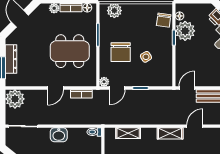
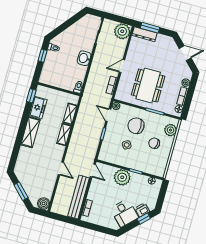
chair: (164, 20) -> (154, 143), moved
plant: (185, 31) -> (122, 177), moved
dresser: (11, 59) -> (144, 34), moved
door: (55, 88) -> (122, 66), hinge flipped
shelving: (170, 133) -> (64, 134), moved

